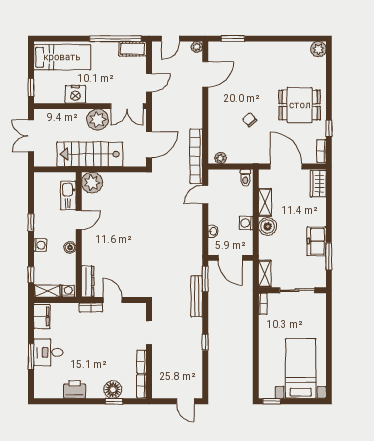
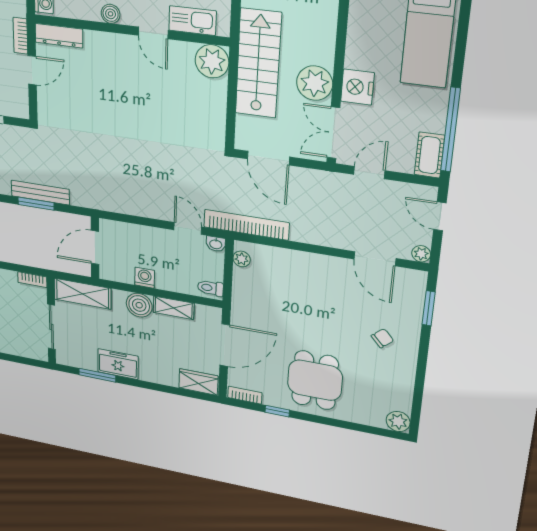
door: (149, 83) -> (369, 173), swing flipped
nightstand: (75, 94) -> (357, 87), moved
chair: (250, 120) -> (382, 338), moved
washbasin: (213, 231) -> (216, 244), moved
shelving: (265, 274) -> (83, 294), width x1.50, depth x1.33
window: (205, 279) -> (36, 204), moved

